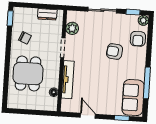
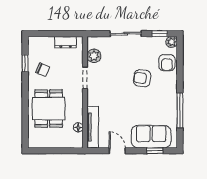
window: (10, 18) -> (25, 63), moved
tv unit: (68, 80) -> (93, 127), moved
sofa: (133, 98) -> (151, 137), moved, turned 90

